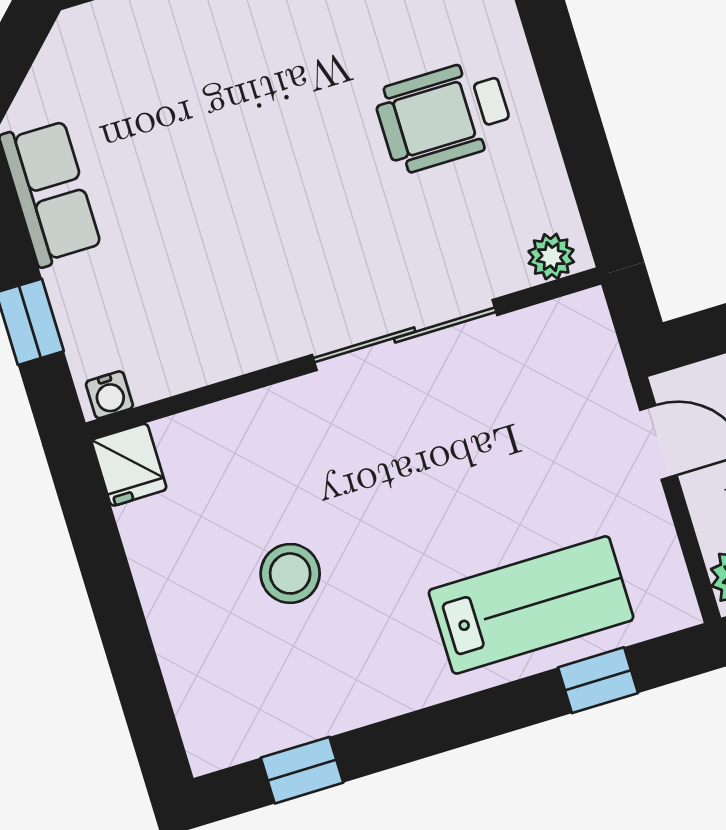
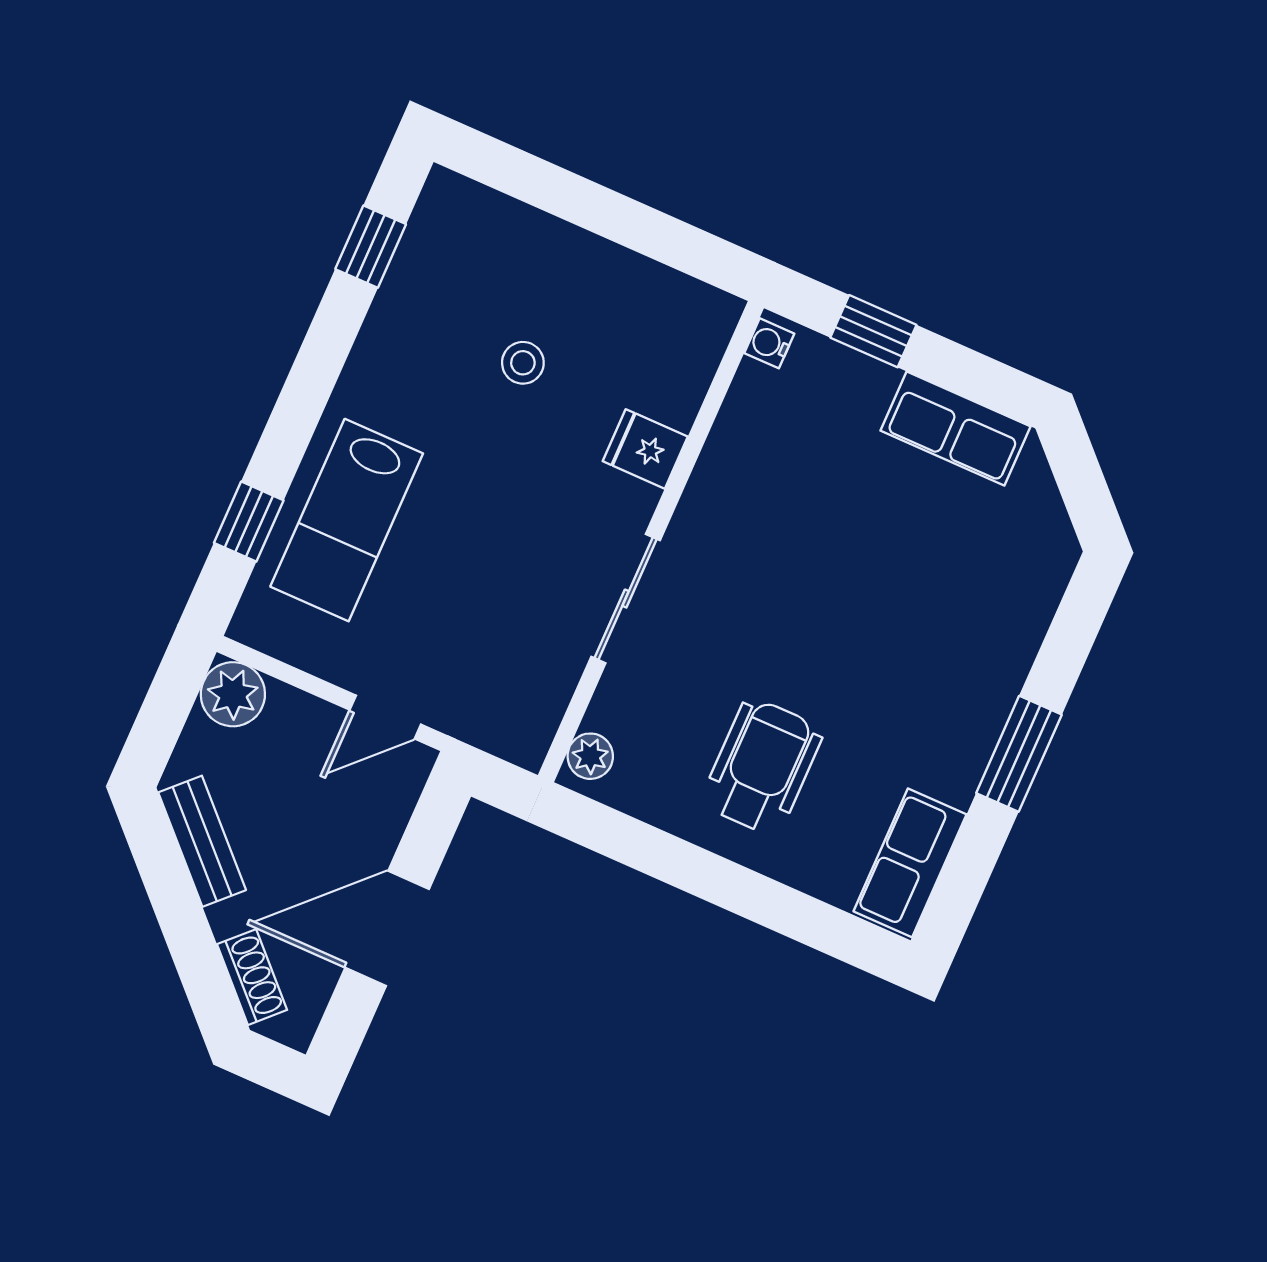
sliding door: (405, 335) -> (626, 599), width x0.73
fridge: (129, 465) -> (645, 449), moved
stool: (290, 573) -> (523, 363), width x0.73, depth x0.73

